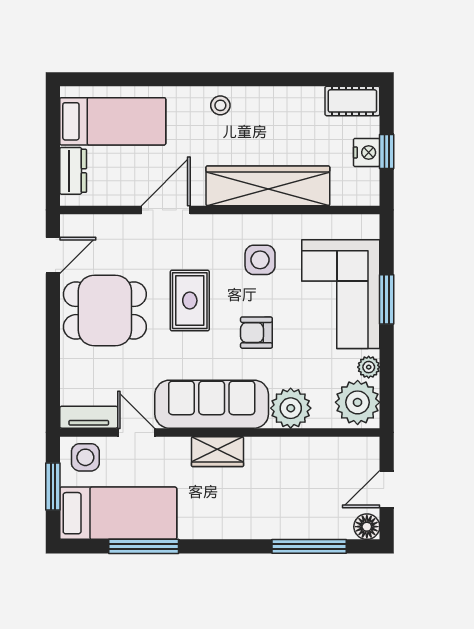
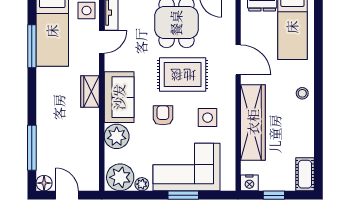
nightstand: (367, 152) -> (249, 183), moved
rug: (190, 301) -> (183, 75), width x1.36, depth x1.43
sofa: (212, 404) -> (119, 97), width x0.73

